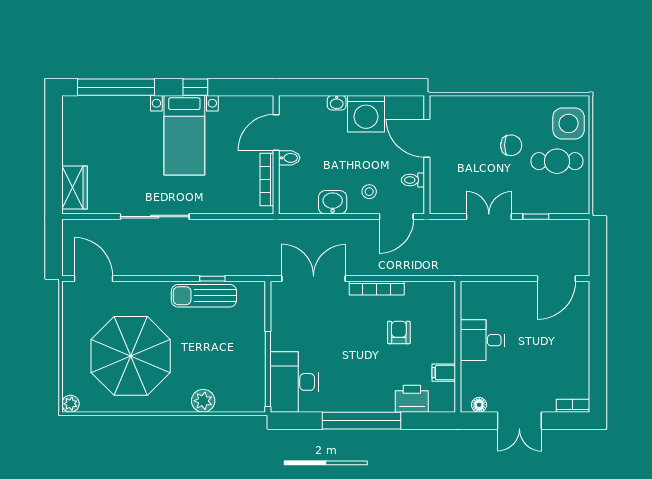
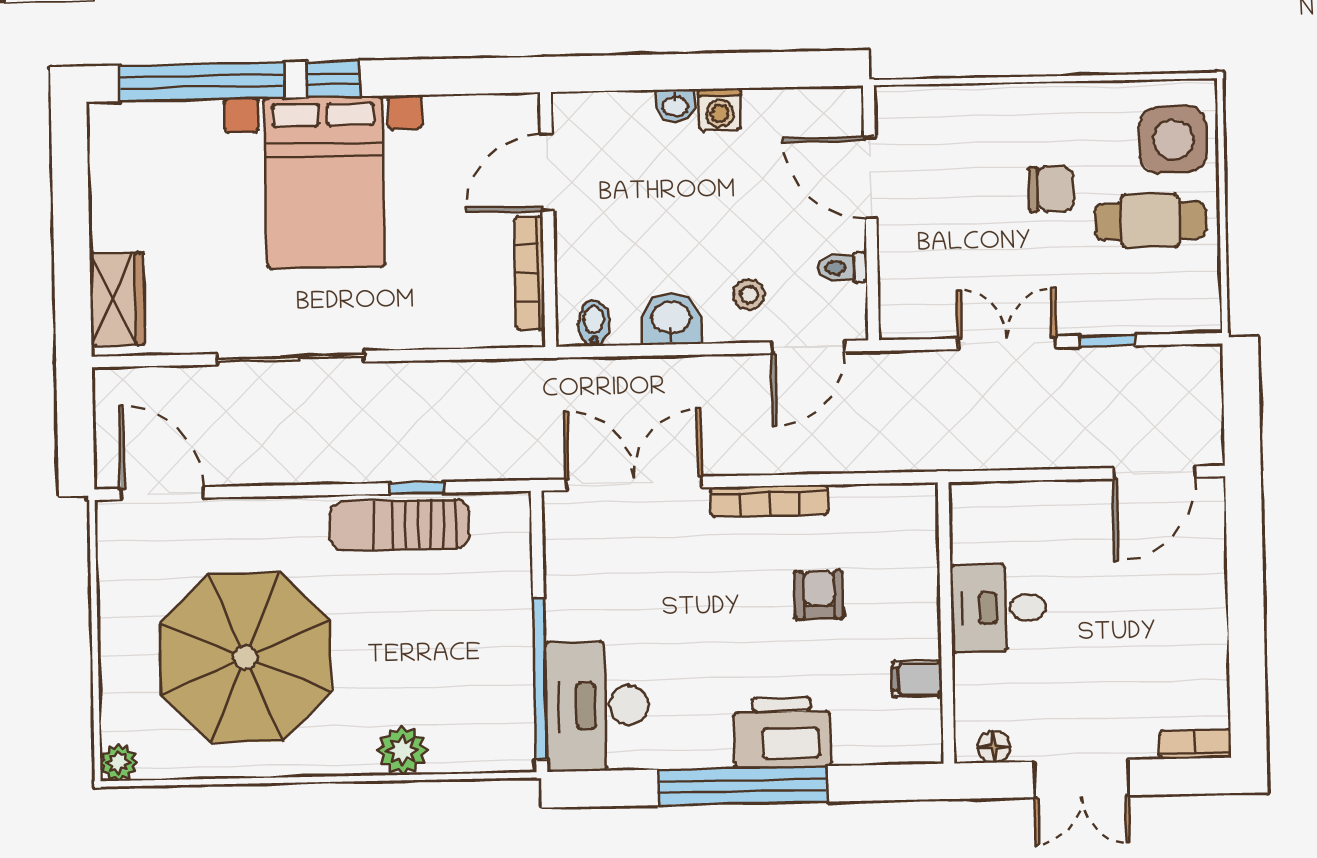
window: (195, 87) -> (333, 79), moved
washing machine: (366, 114) -> (720, 109), width x0.53, depth x0.53
bed with nightstands: (184, 135) -> (324, 182), width x1.36
bidet: (289, 158) -> (594, 323), moved, turned -90
printer: (412, 399) -> (782, 732), moved, width x1.37, depth x1.19

